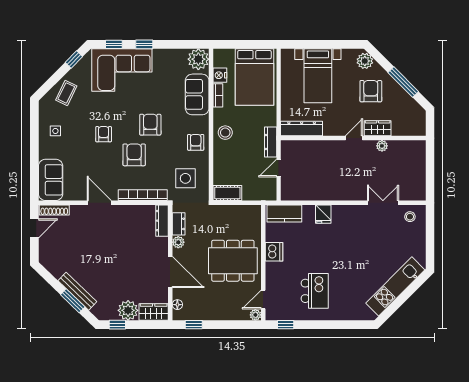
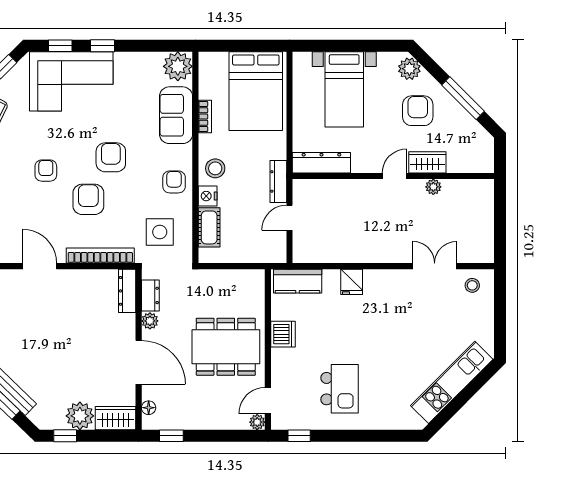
nightstand: (220, 75) -> (208, 196), moved
cot: (227, 193) -> (209, 227), moved, turned 90

